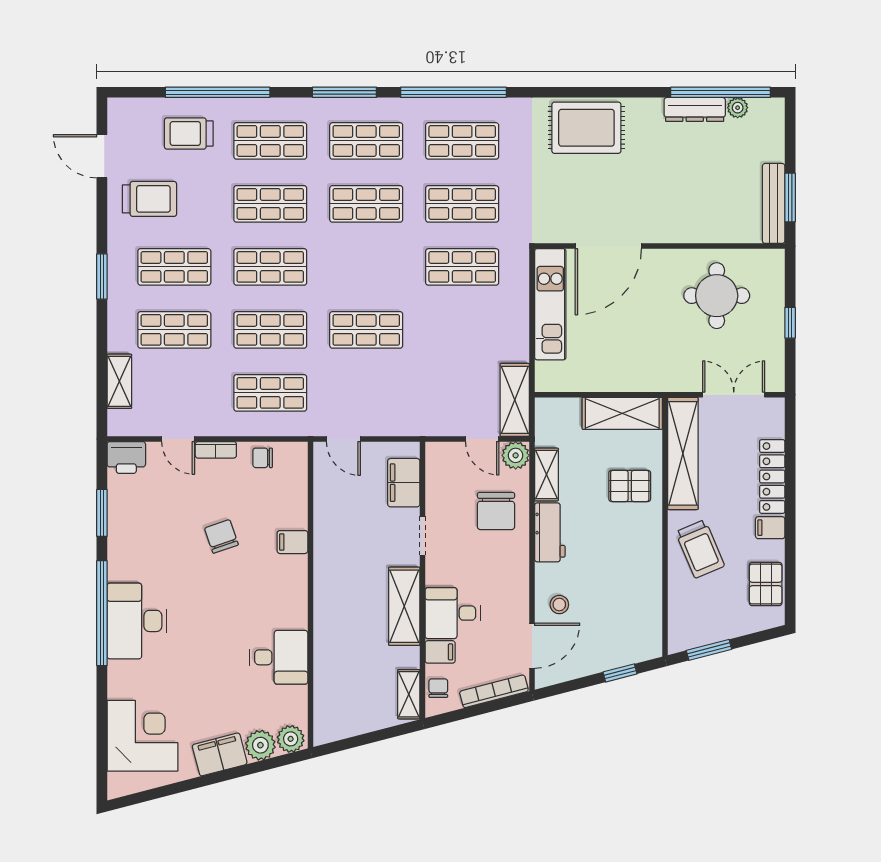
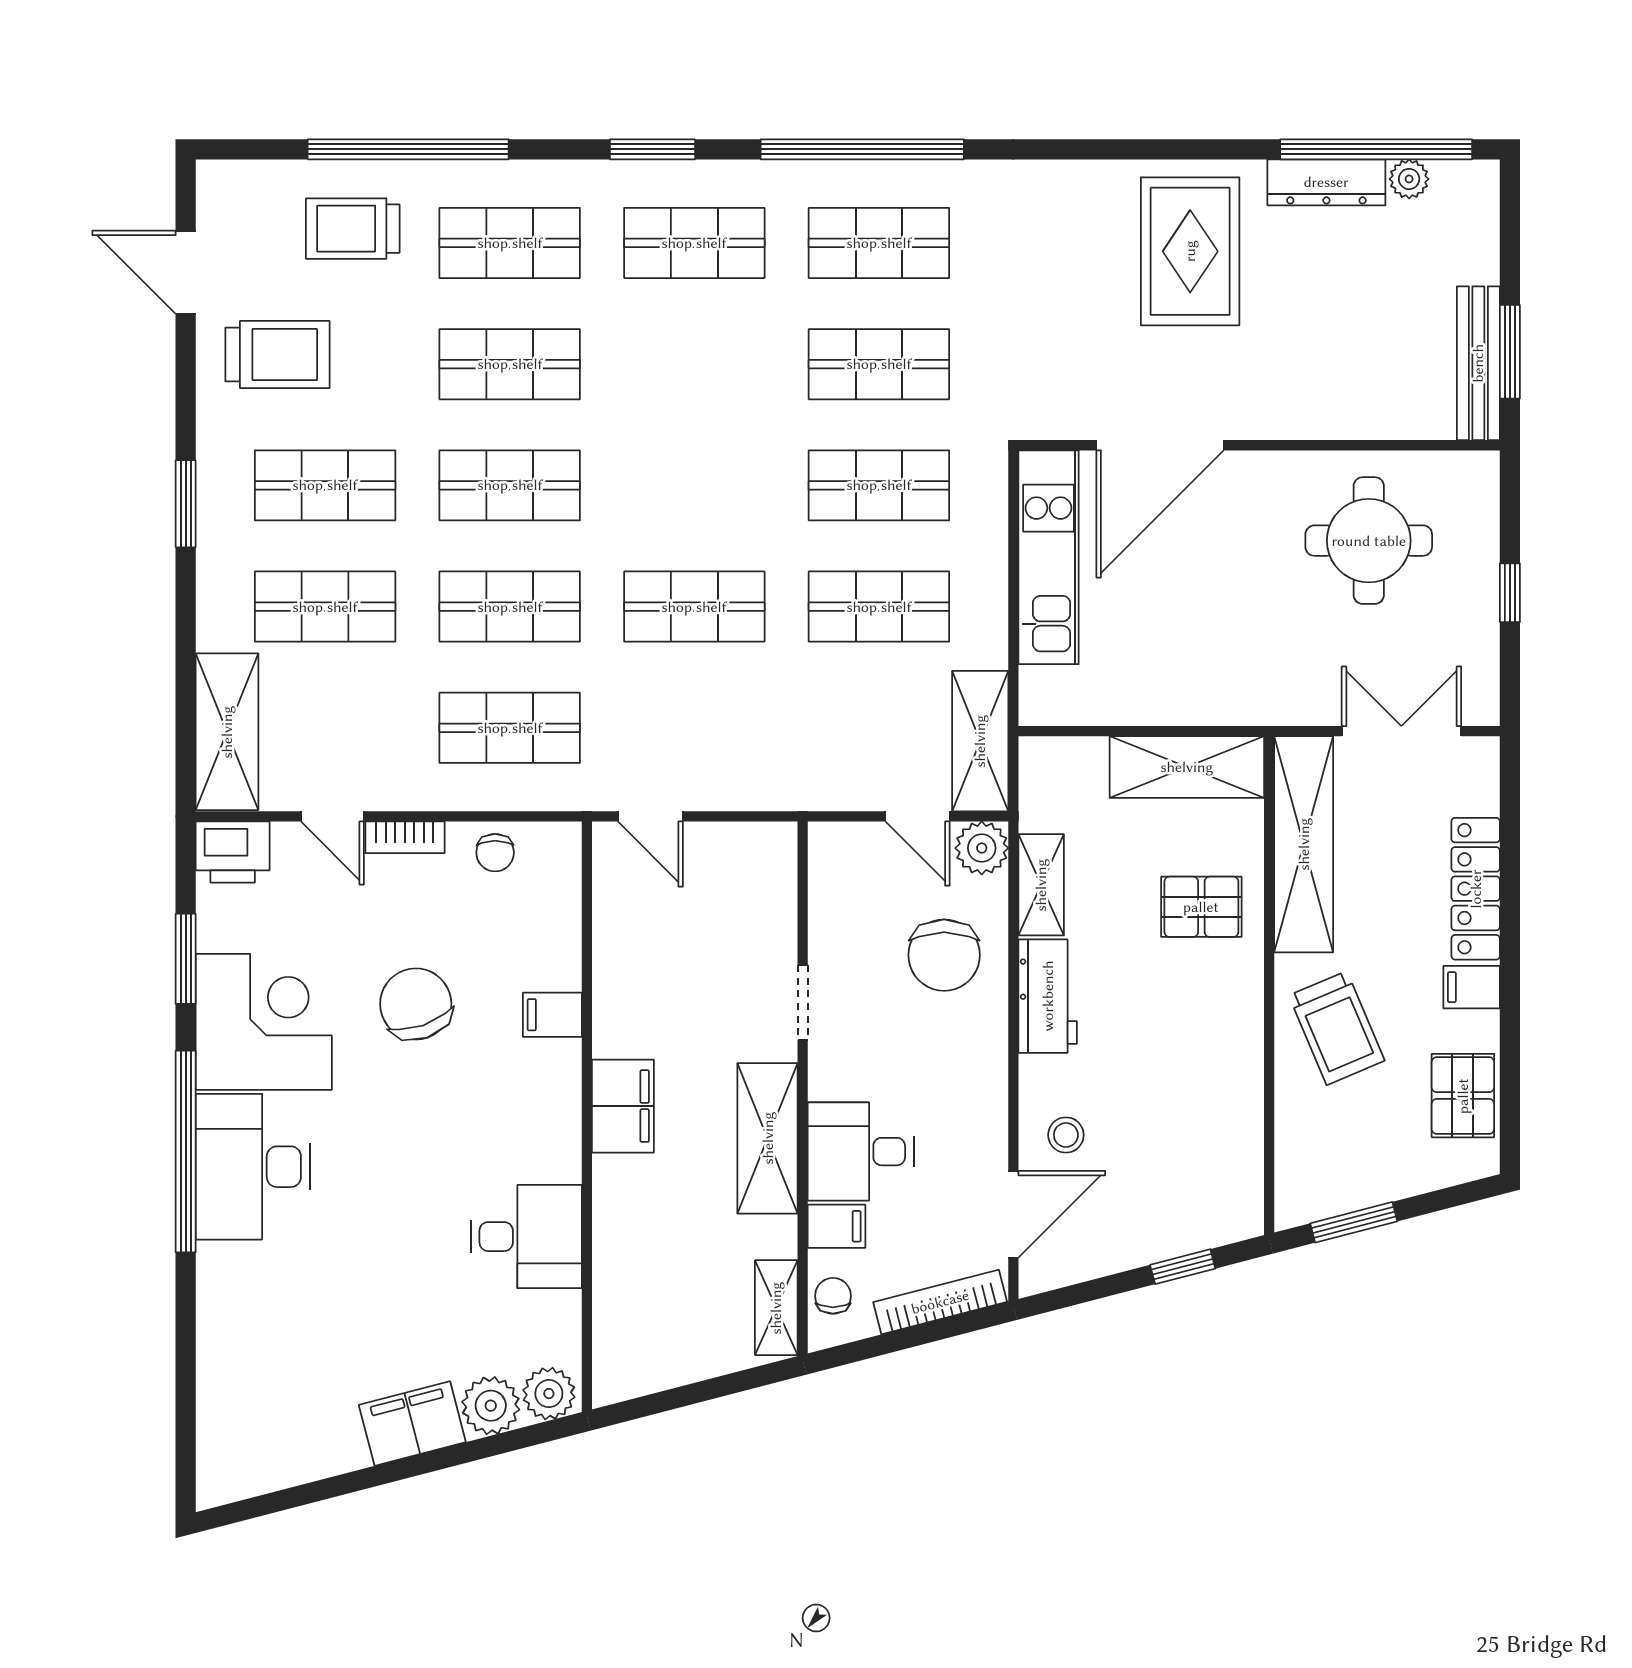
window: (344, 92) -> (652, 149), width x0.69
rug: (586, 128) -> (1190, 251), moved, turned 90
shop shelf: (366, 204) -> (879, 607), moved
shelving: (119, 381) -> (227, 732), width x1.50, depth x1.33
chair: (263, 458) -> (495, 853), turned -90
filing cabinet: (404, 483) -> (623, 1106), moved, turned 180
chair: (221, 536) -> (416, 1004), width x1.37, depth x1.37
corner desk: (142, 736) -> (264, 1022), moved

